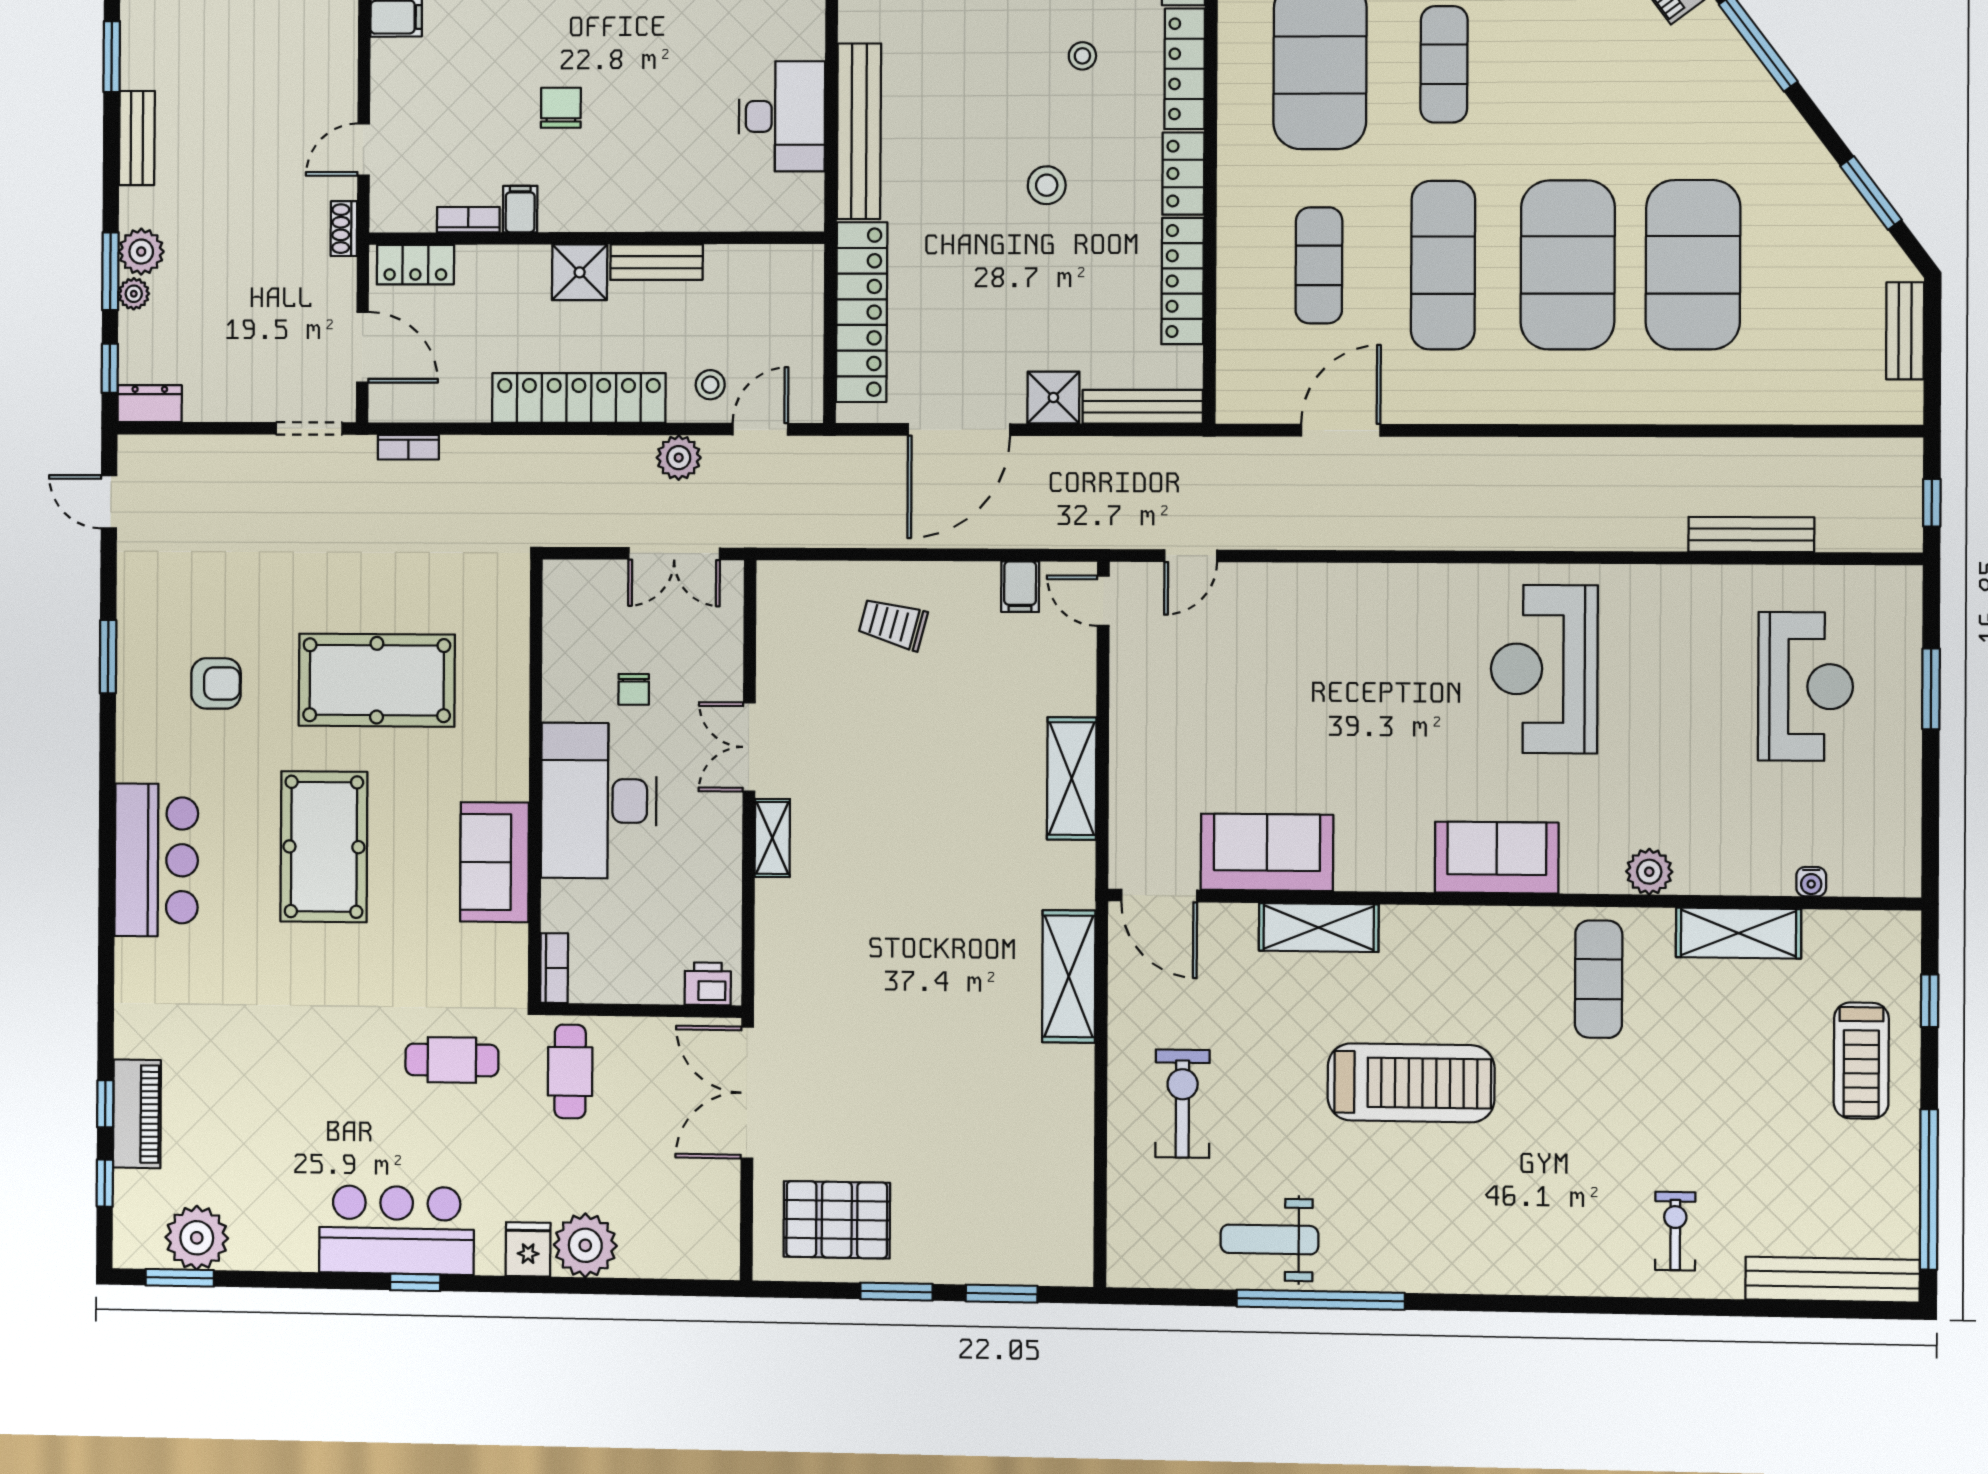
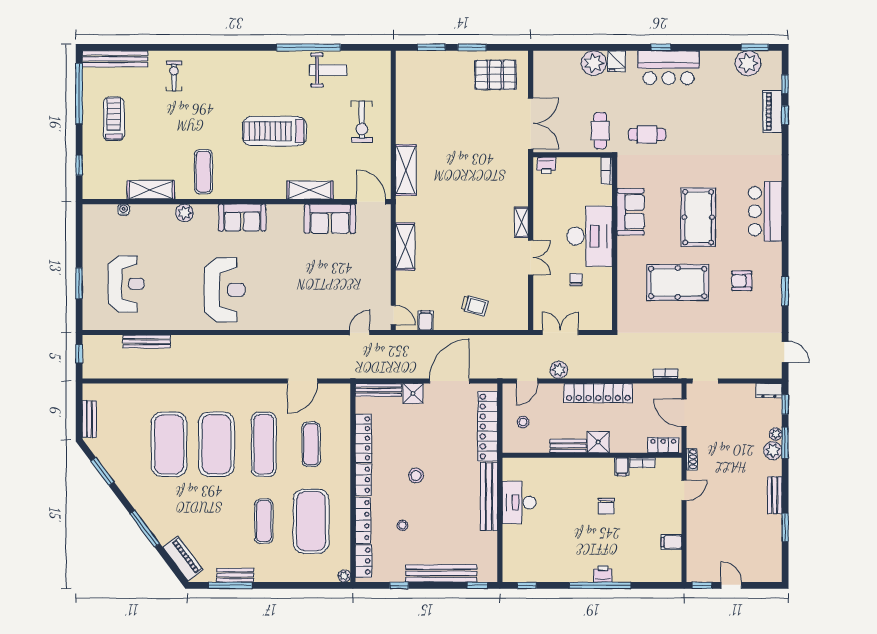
stool: (710, 385) -> (523, 422), moved
reception desk: (1805, 686) -> (126, 284), turned 180
treadmill: (1861, 1061) -> (114, 119), moved
exercise bike: (1675, 1231) -> (174, 76), turned 180

